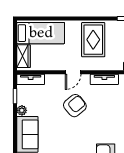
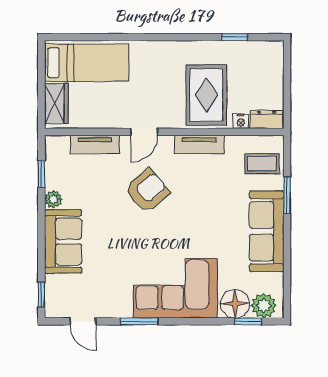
rug: (93, 40) -> (206, 95), moved
tv unit: (31, 79) -> (95, 144), moved

